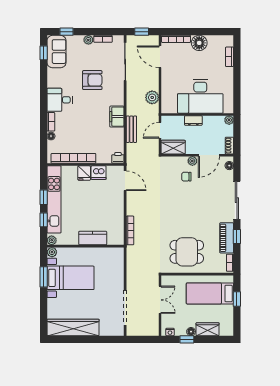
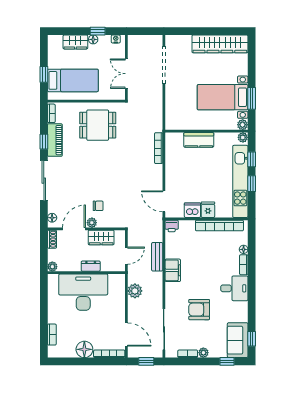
wardrobe: (173, 147) -> (101, 238), moved

